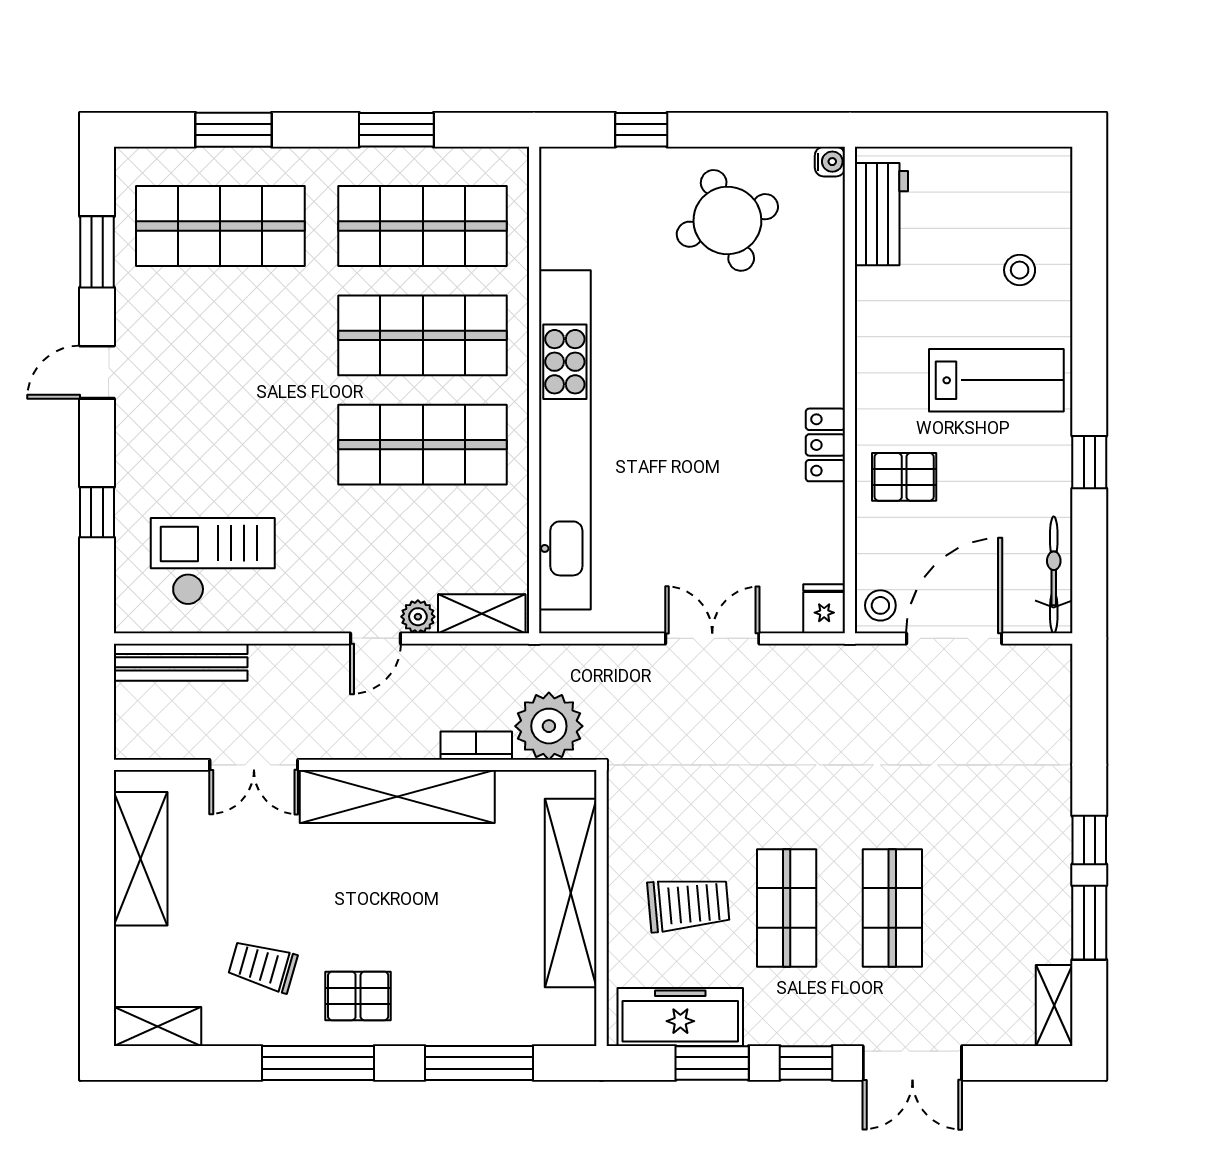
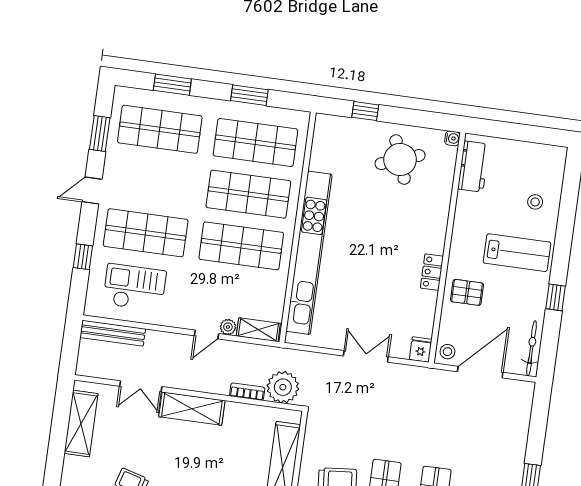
shop shelf: (220, 445) -> (146, 233), added
shelving: (397, 796) -> (192, 409), width x0.68

